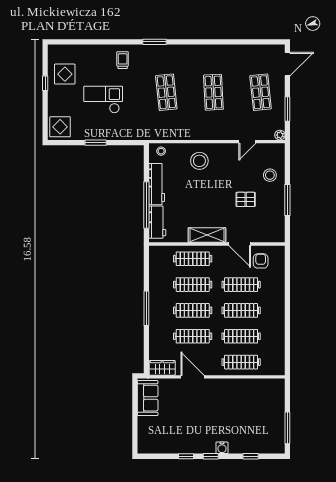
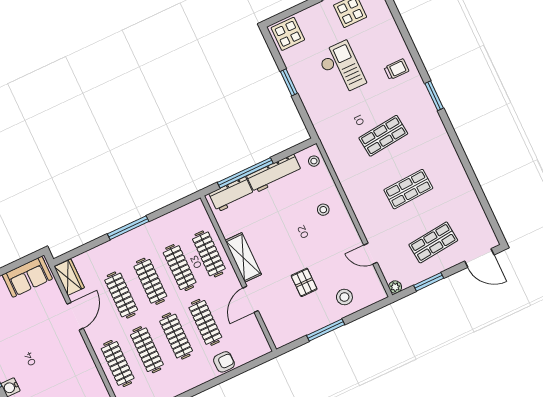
stool: (199, 161) -> (323, 210), width x0.53, depth x0.53
armchair: (261, 261) -> (224, 362), moved

